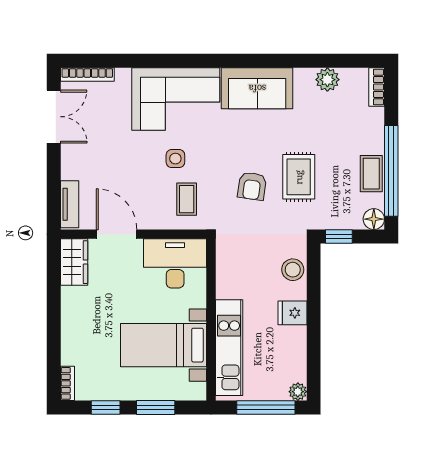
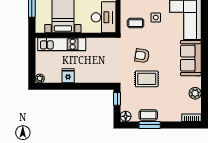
window: (391, 171) -> (150, 125), width x0.47
stool: (293, 270) -> (100, 76), removed
fridge: (292, 313) -> (68, 76), moved
window: (266, 407) -> (32, 63), removed

